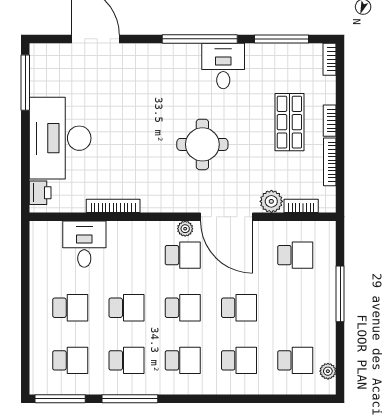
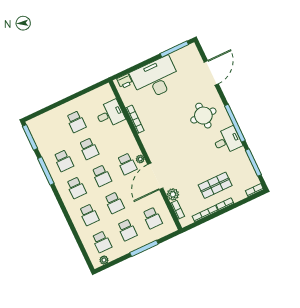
round table: (202, 144) -> (203, 116), moved
school desk: (70, 360) -> (127, 230), moved

